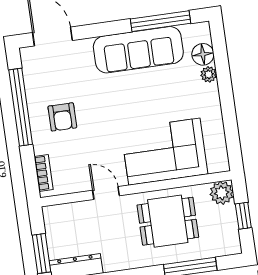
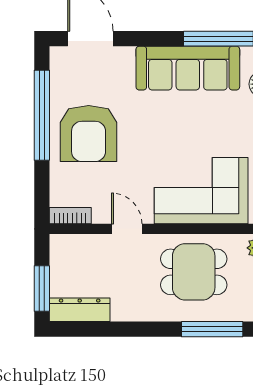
armchair: (62, 117) -> (89, 134), width x1.88, depth x1.88
bookcase: (44, 173) -> (70, 216), moved, turned -90

